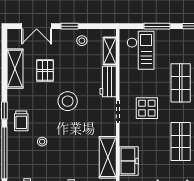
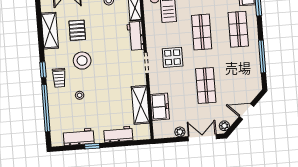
stool: (68, 101) -> (82, 61), moved

